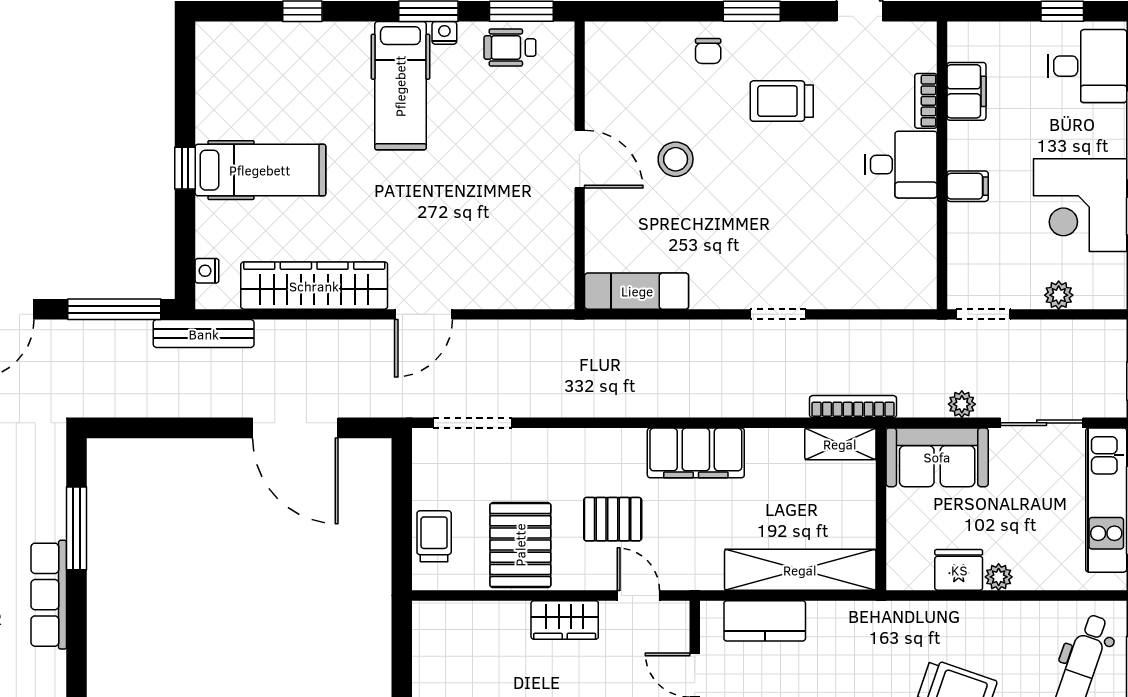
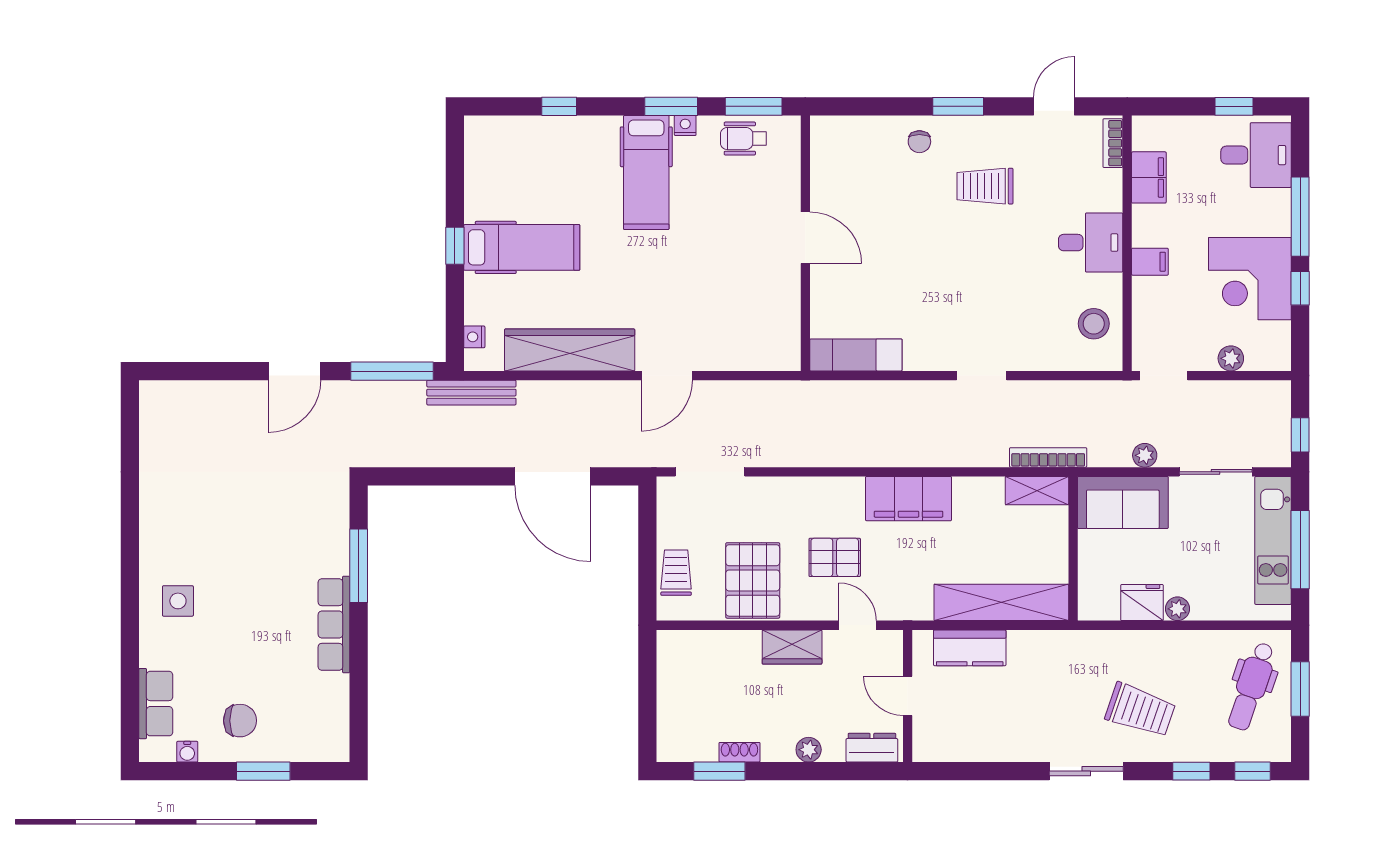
bookcase: (926, 101) -> (1113, 143), moved
stool: (676, 159) -> (1094, 324), moved

